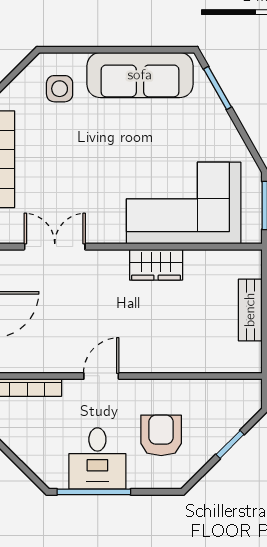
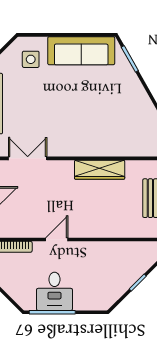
corner sofa: (184, 203) -> (109, 131), removed
wardrobe: (156, 265) -> (100, 170), width x1.50
armchair: (161, 435) -> (94, 277), removed

